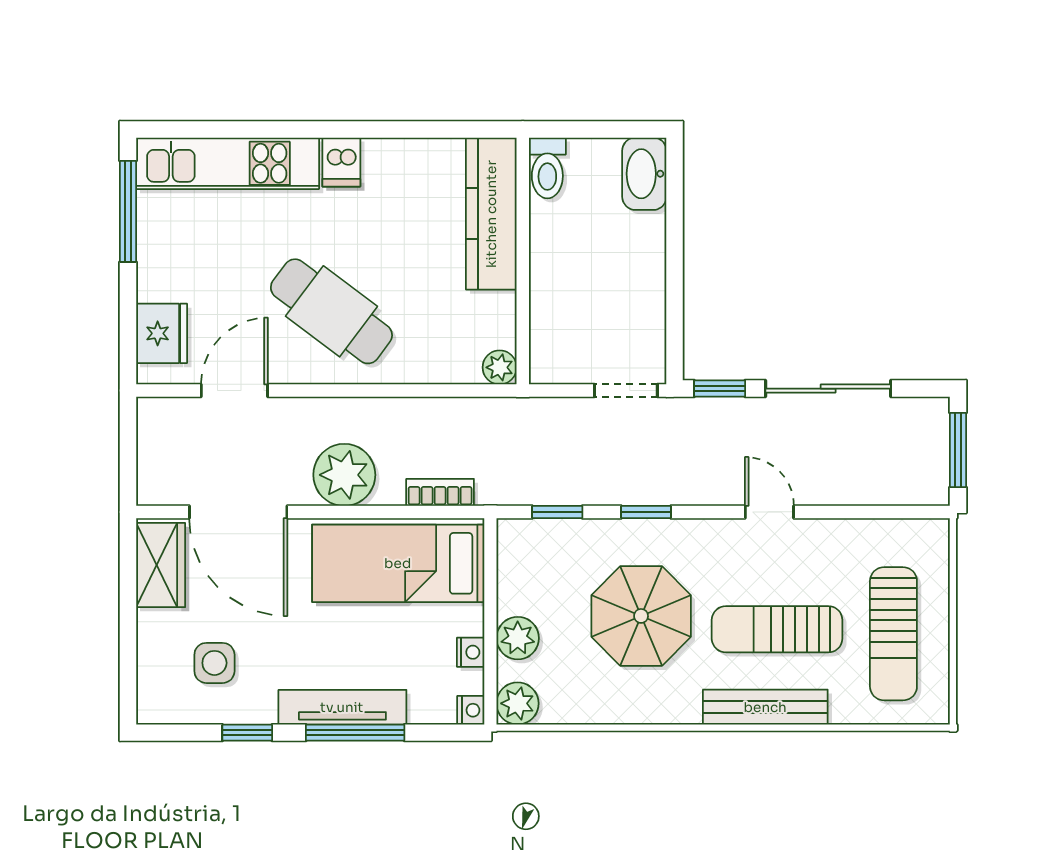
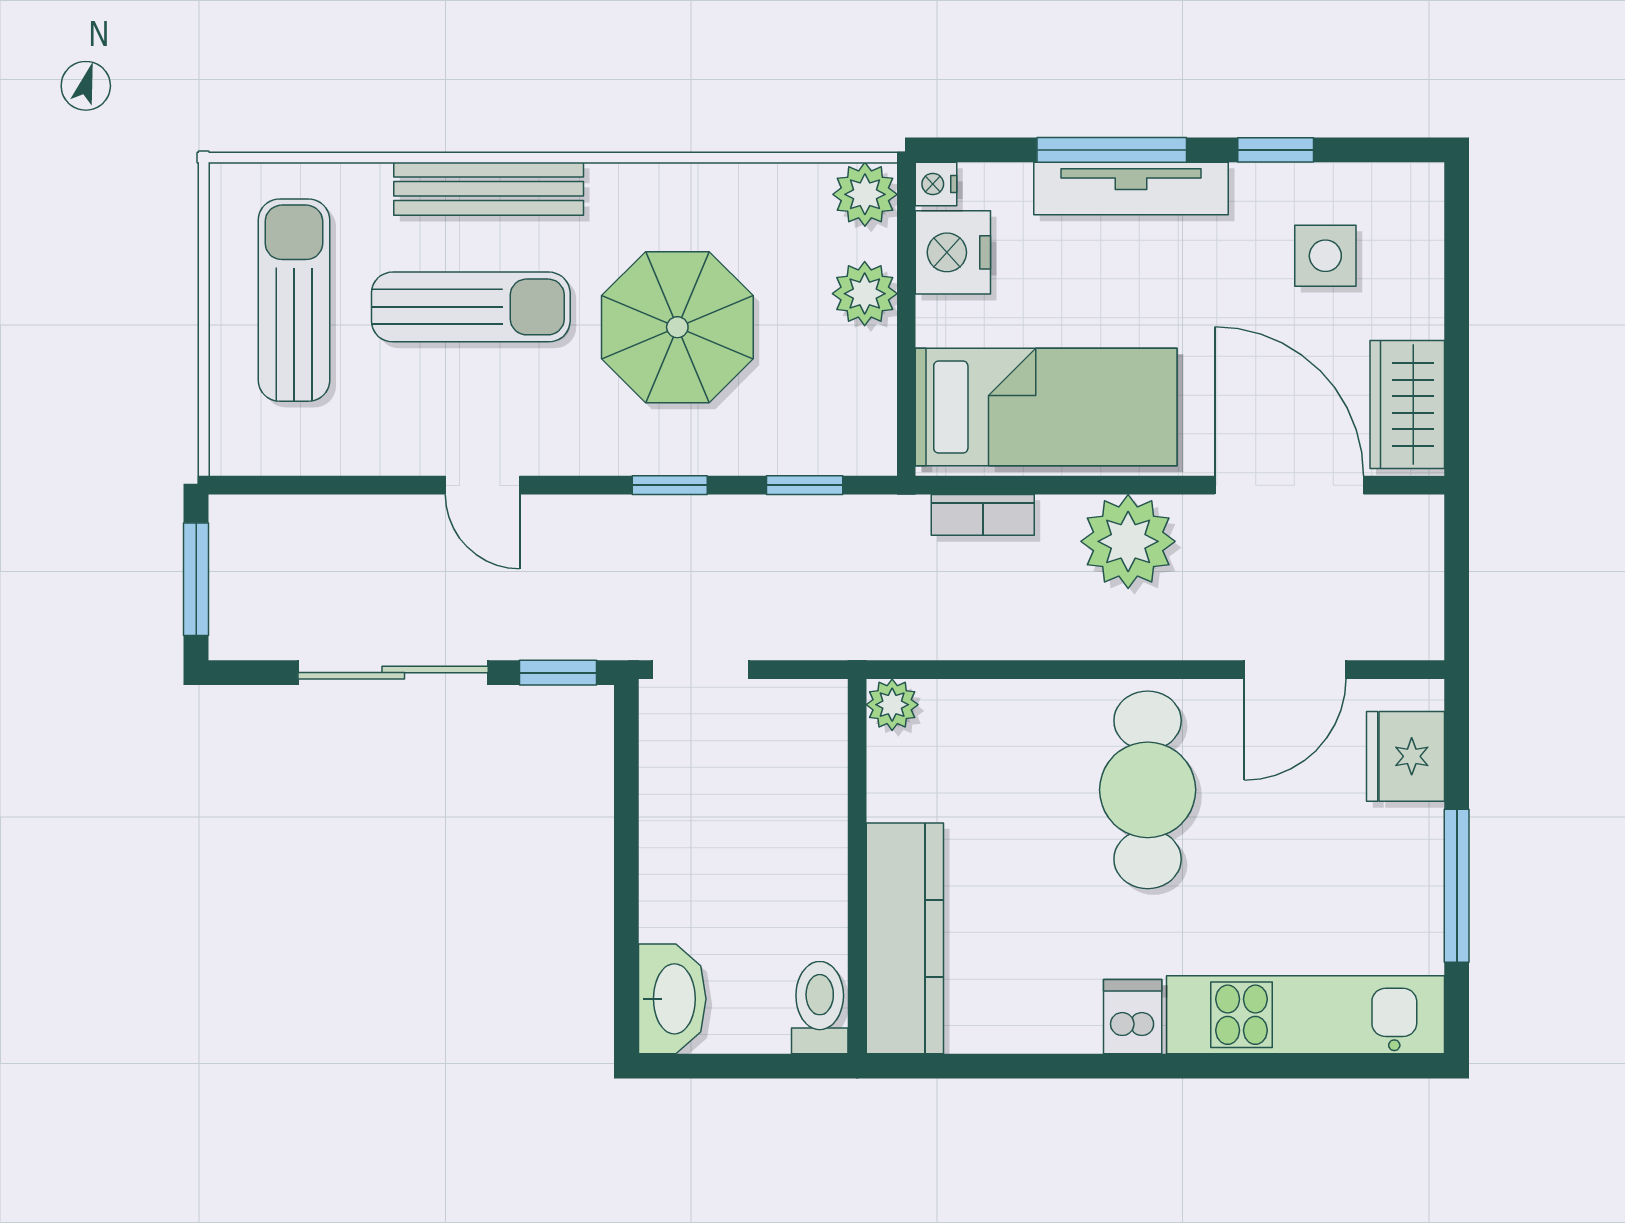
window: (128, 211) -> (1457, 886), moved
cafe table: (331, 311) -> (1148, 790), turned 53
nightstand: (471, 652) -> (953, 252), width x1.89, depth x1.79

